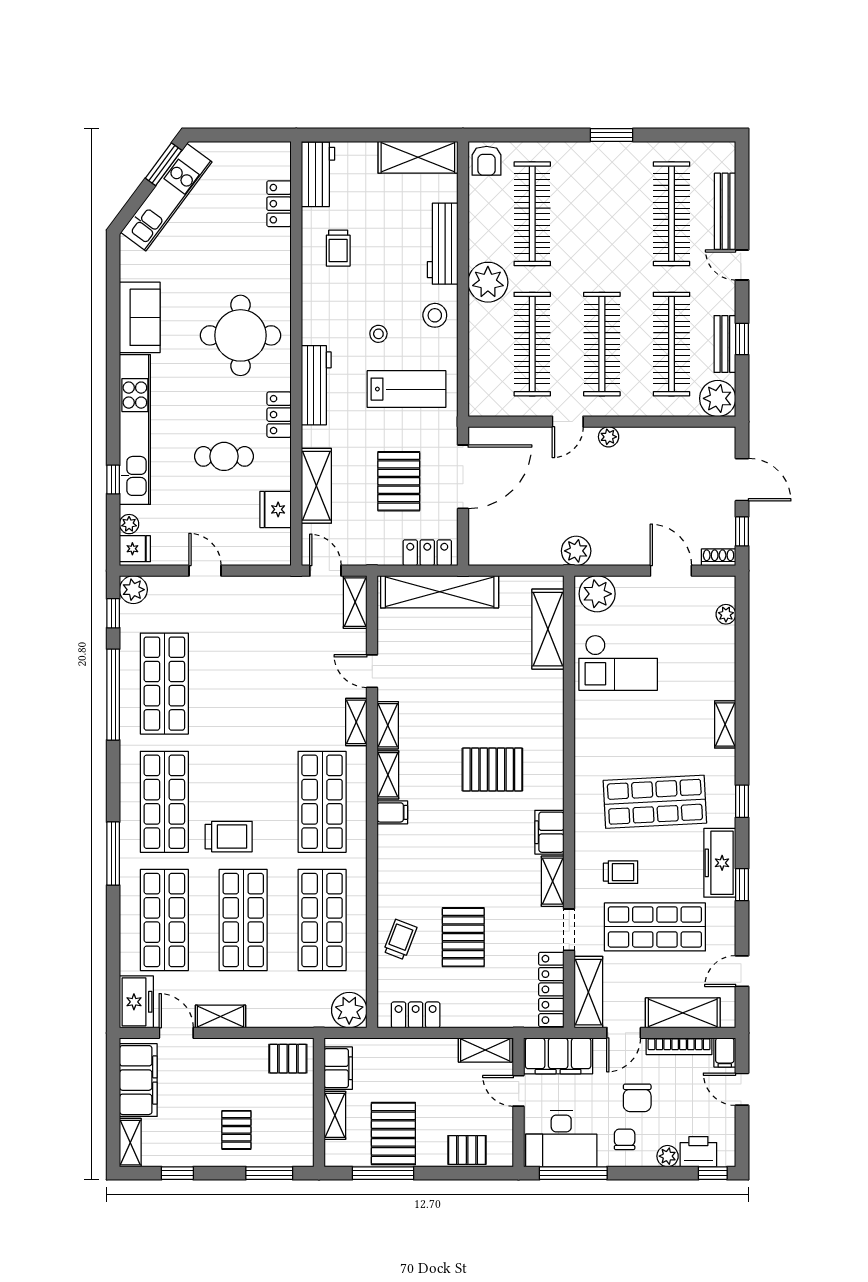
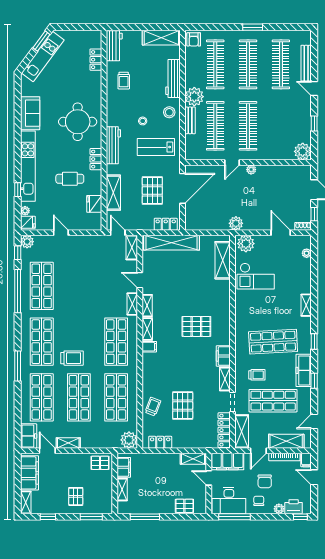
clothes rail: (671, 344) -> (248, 64), moved
bench: (725, 344) -> (190, 120), moved
lab bench: (406, 389) -> (156, 147), turned 180
pallet: (393, 1134) -> (150, 498), removed

